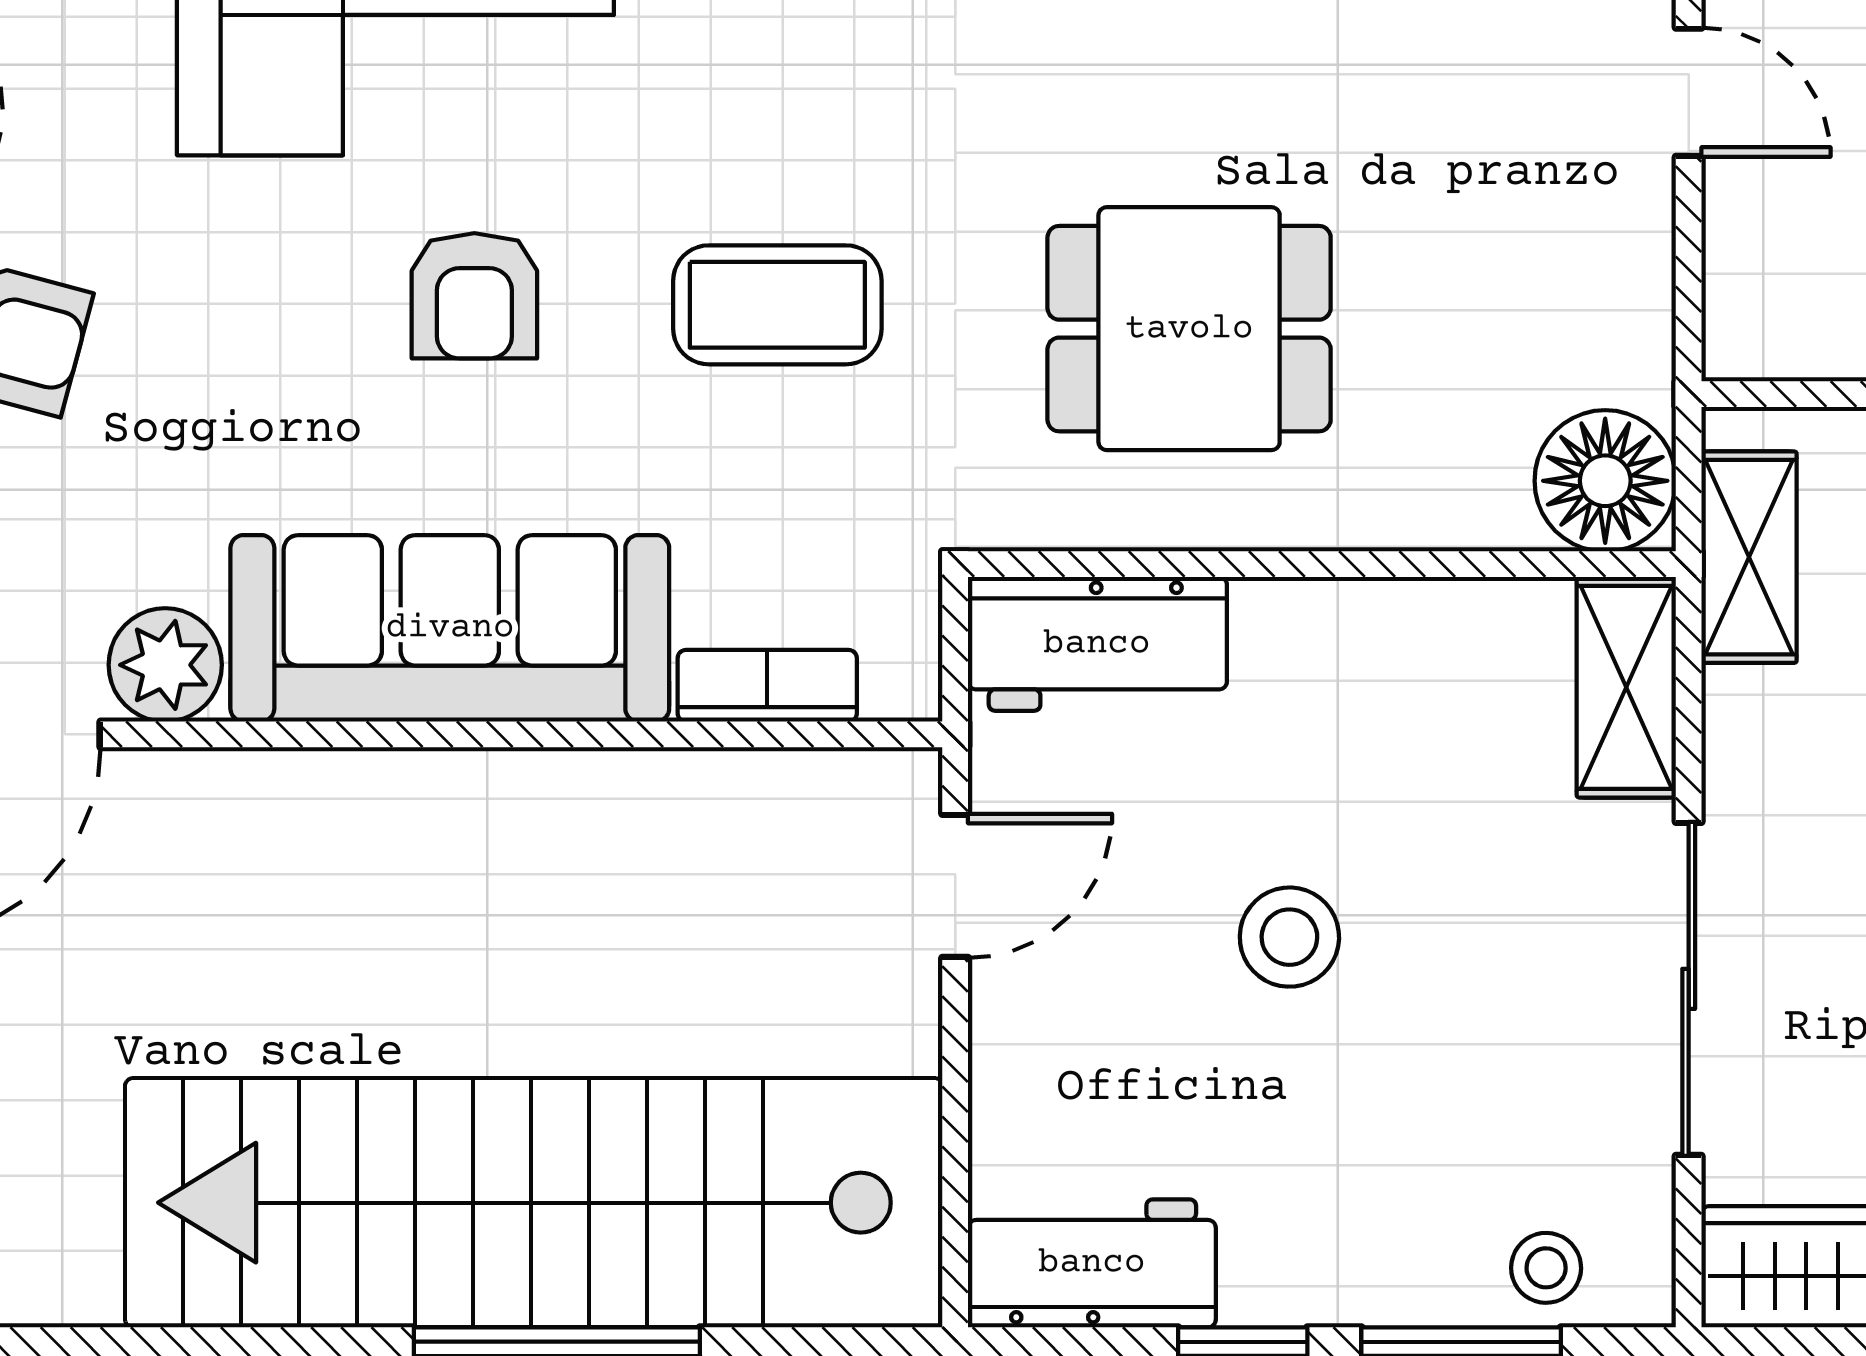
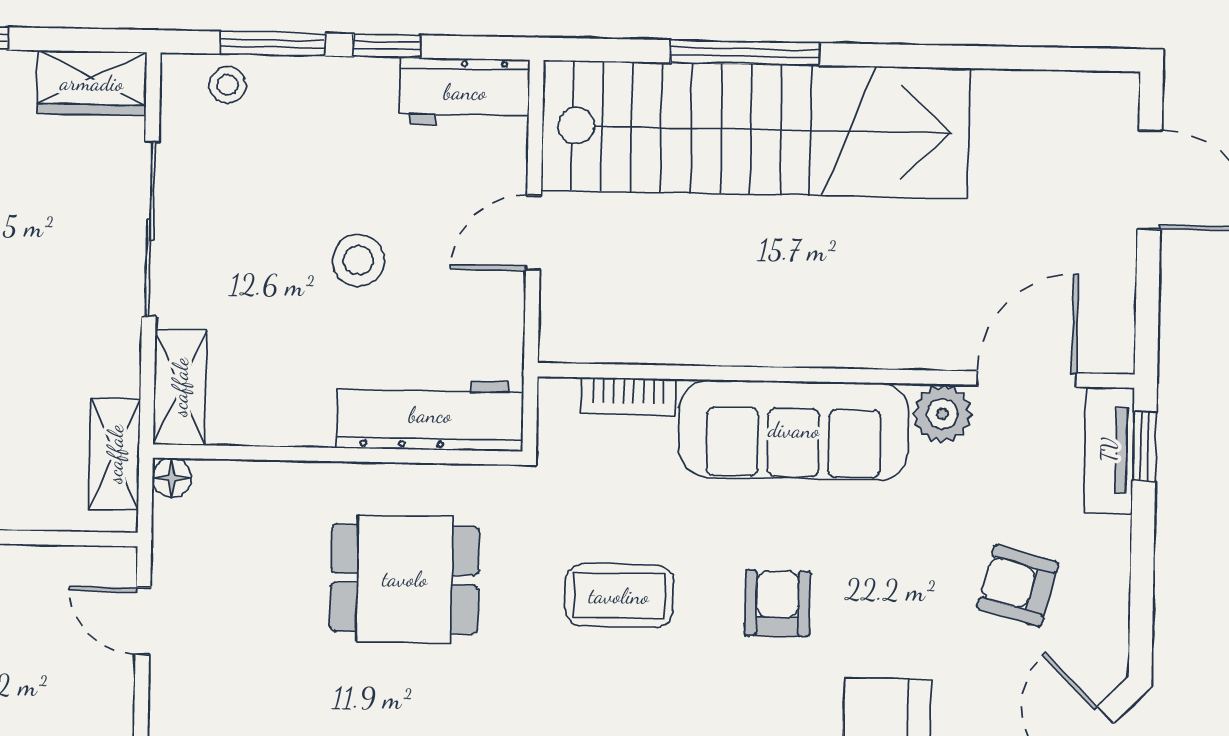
door: (1689, 92) -> (143, 621), moved
floor lamp: (1605, 481) -> (172, 478), width x0.53, depth x0.53
workbench: (1097, 644) -> (430, 415), width x1.38
door: (955, 886) -> (533, 233), moved

